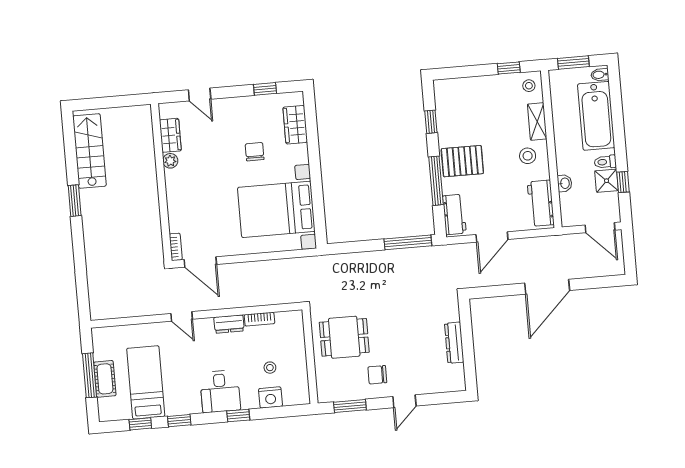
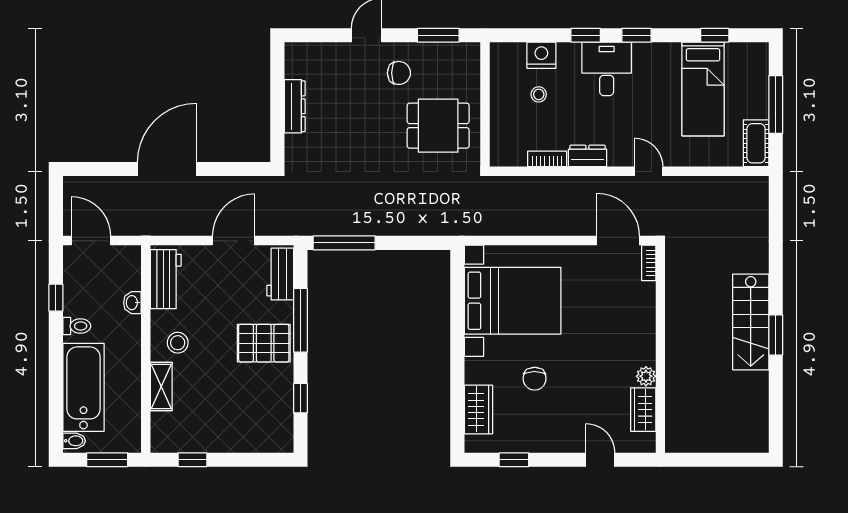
stool: (529, 86) -> (168, 434), removed
stairs: (89, 151) -> (751, 322), moved
shower: (607, 181) -> (77, 301), removed
cot: (105, 379) -> (756, 143), moved
window: (179, 421) -> (637, 35), moved

